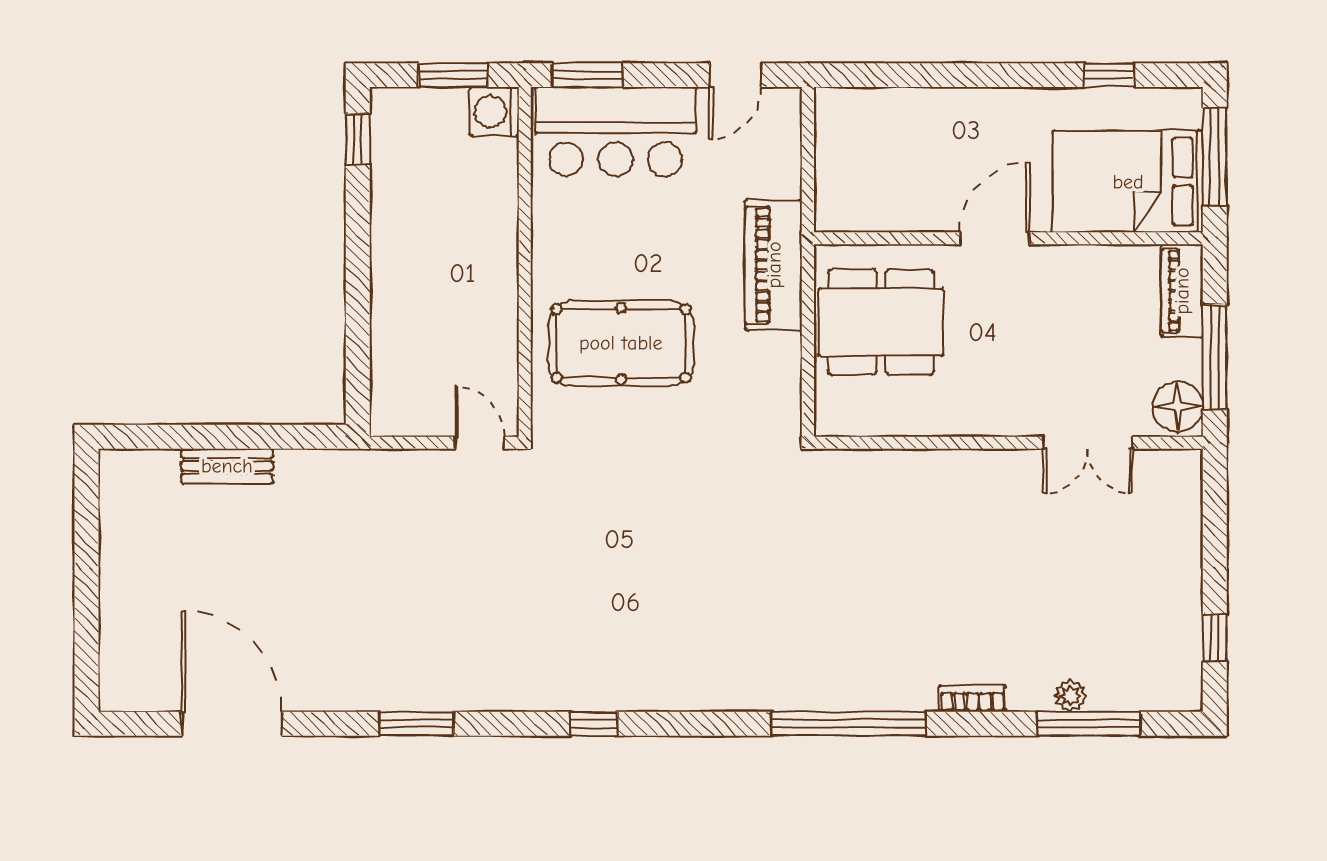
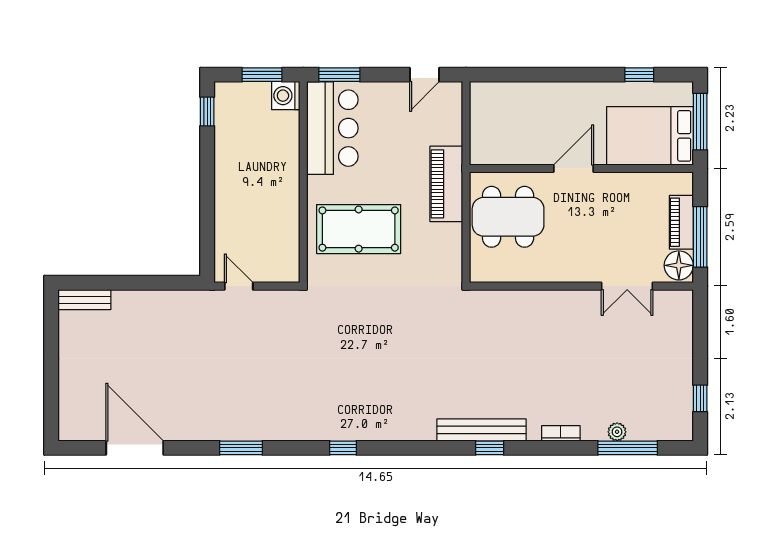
bar counter: (615, 132) -> (332, 128), moved, turned -90
piano: (1182, 291) -> (681, 222), moved
door: (480, 443) -> (239, 286), moved
bench: (227, 466) -> (84, 300), moved
bench: (835, 693) -> (481, 430), added
window: (849, 724) -> (490, 448), width x0.32

